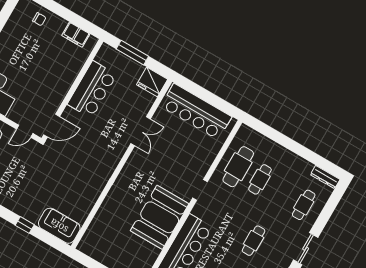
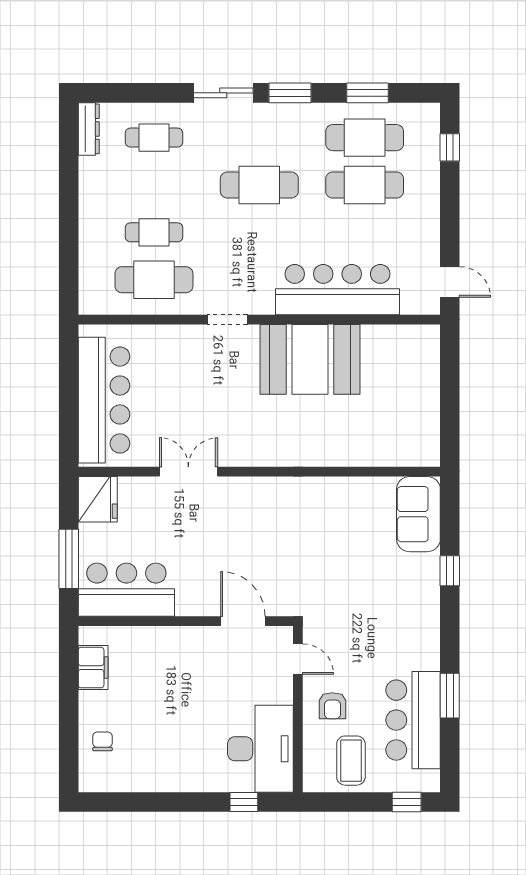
bar counter: (92, 89) -> (126, 590), moved
door: (52, 126) -> (243, 621), moved
cafe table: (254, 241) -> (259, 185), width x1.37, depth x1.35

